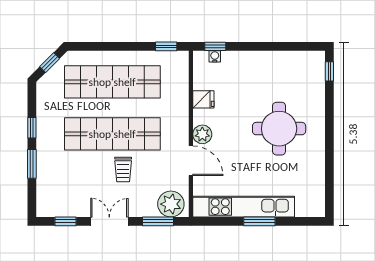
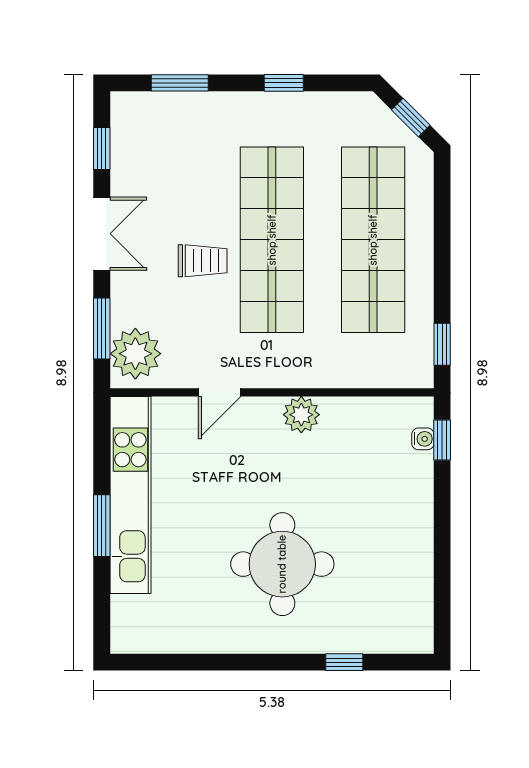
window: (329, 71) -> (344, 662), moved
fridge: (203, 99) -> (339, 417), removed
plant: (202, 134) -> (301, 415), moved
door: (191, 161) -> (220, 392), width x0.73
window: (32, 164) -> (180, 83), moved
trolley: (123, 169) -> (203, 261), turned 180

